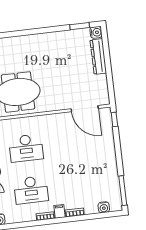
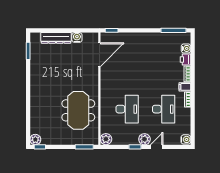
water cooler: (96, 32) -> (77, 37), moved
printer: (91, 208) -> (185, 60), added

